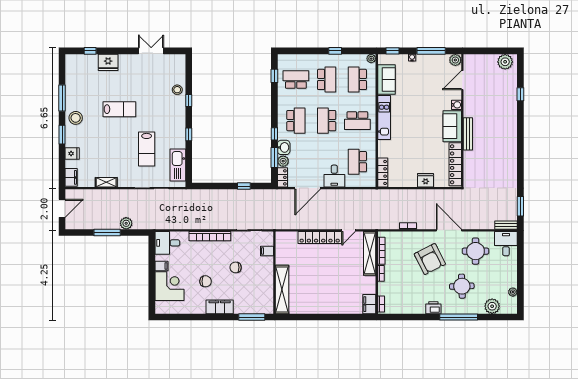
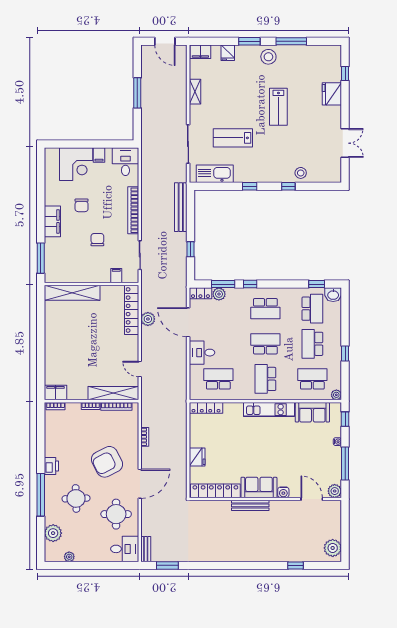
school desk: (327, 79) -> (312, 344), turned 90
washbasin: (284, 147) -> (333, 295), moved
bench: (207, 195) -> (181, 207), added
plant: (126, 223) -> (148, 319), moved
locker: (320, 238) -> (132, 310), moved

